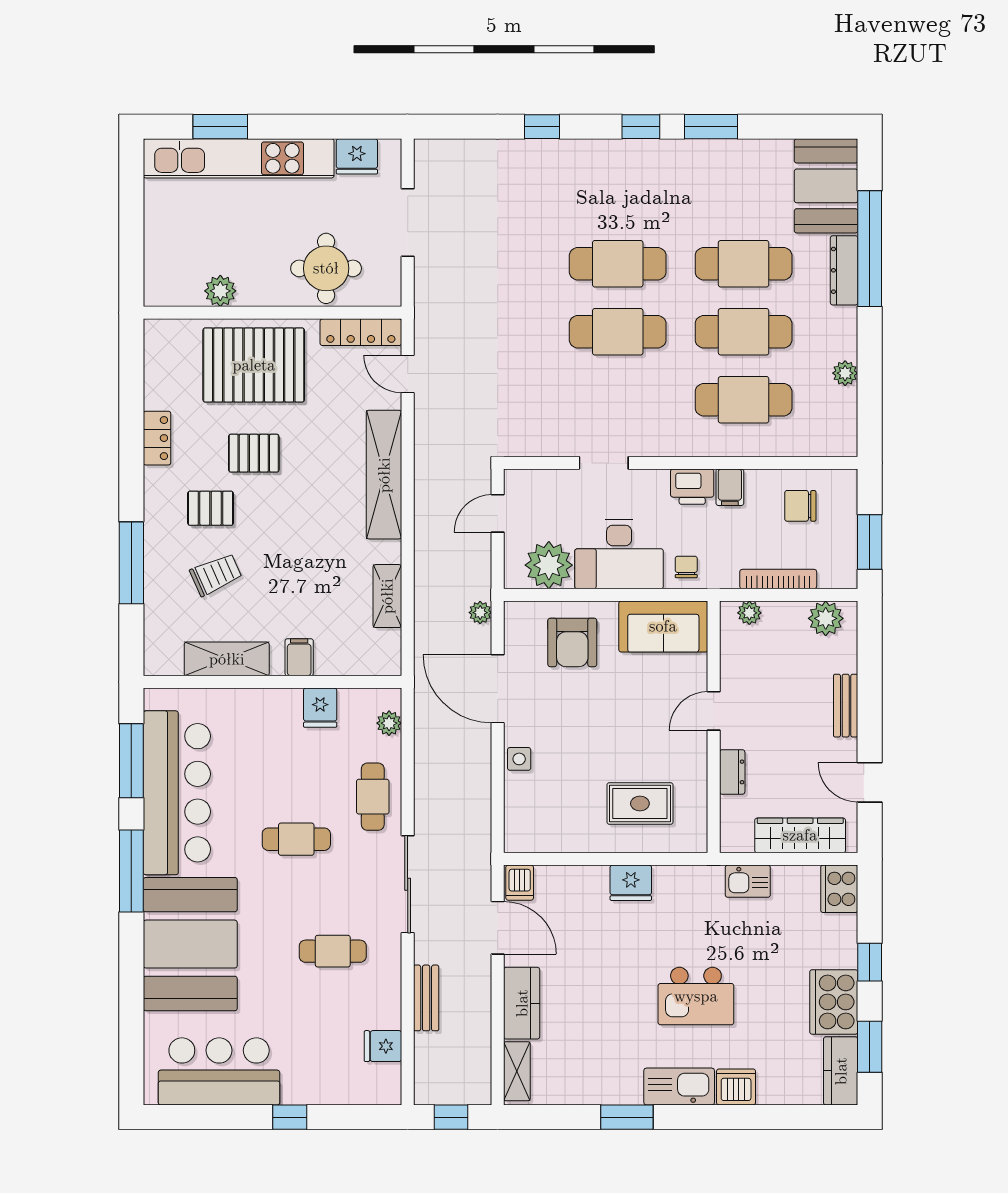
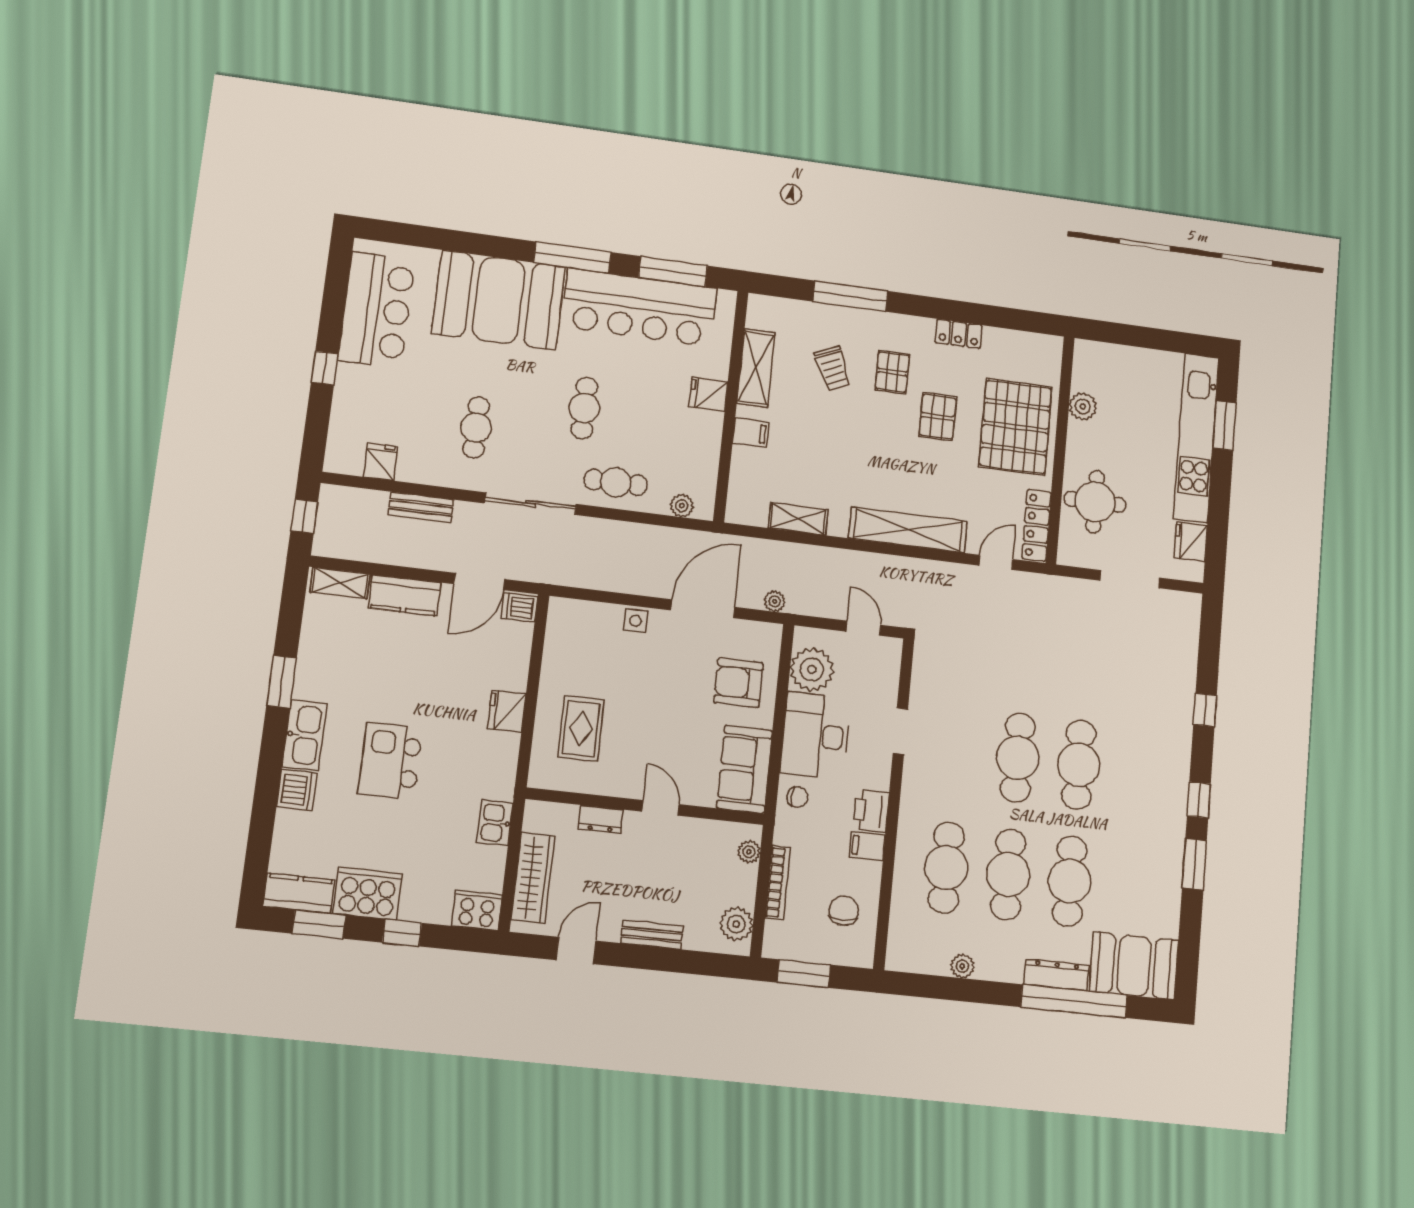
fridge: (320, 708) -> (708, 394), moved

